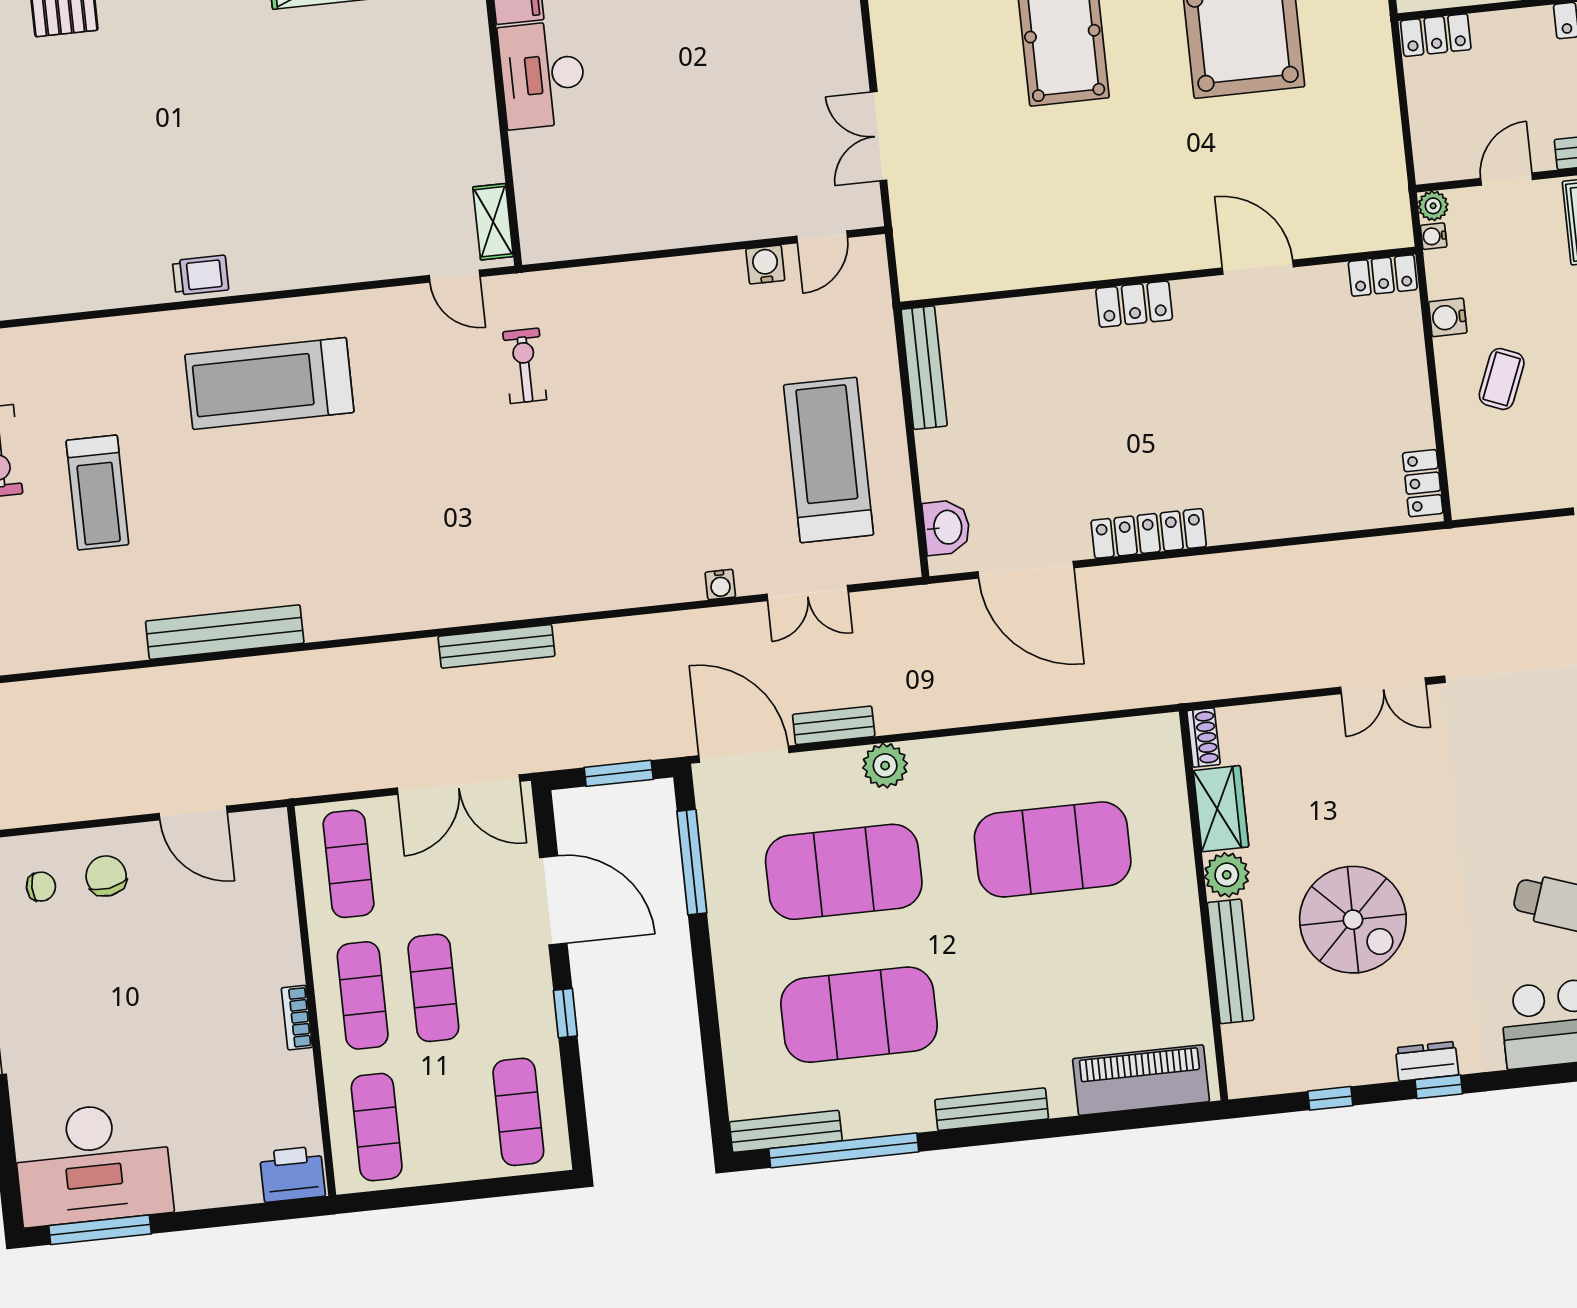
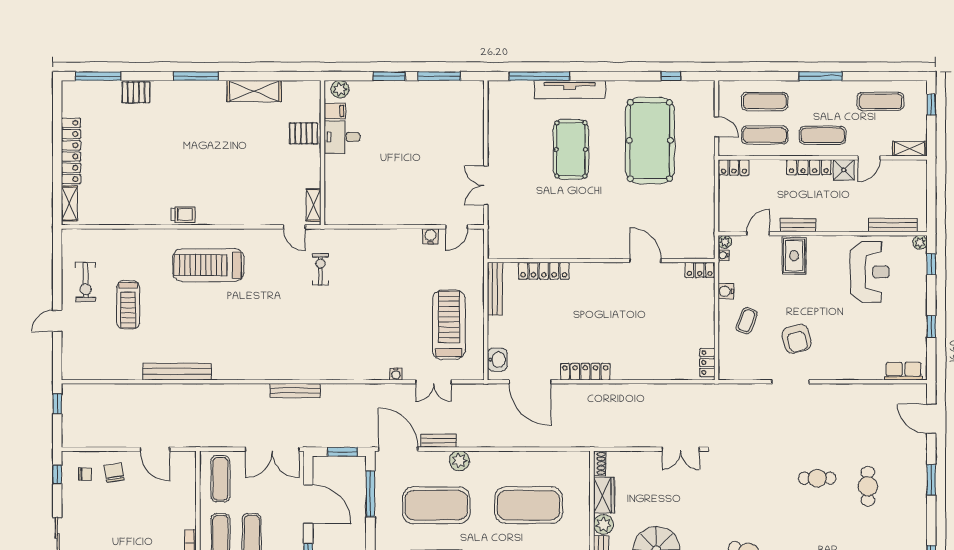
pallet: (453, 62) -> (304, 133), added
desk: (542, 75) -> (342, 137), width x0.73
locker: (1134, 304) -> (544, 271), moved, width x1.53

